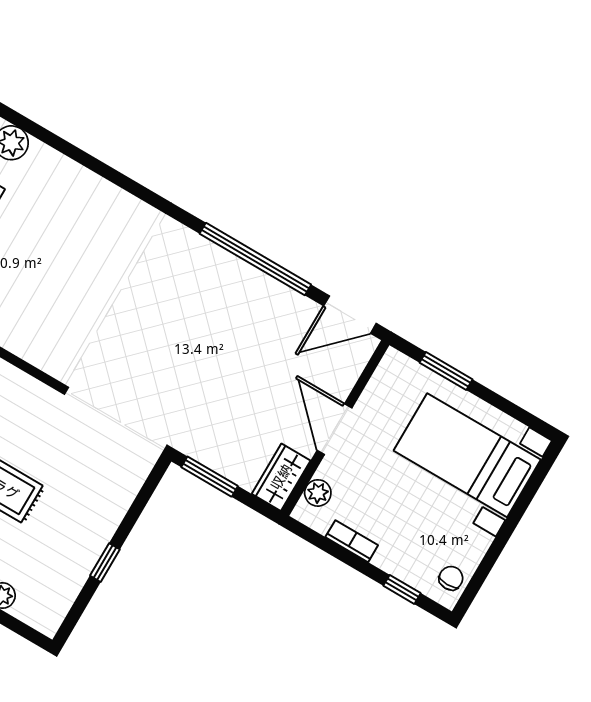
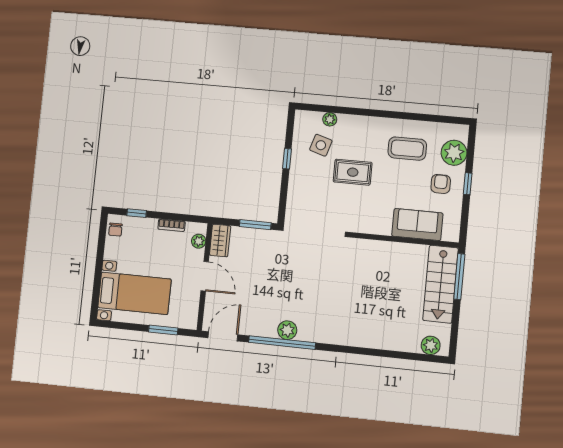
plant: (237, 276) -> (287, 330), added
side table: (38, 559) -> (321, 145), added

